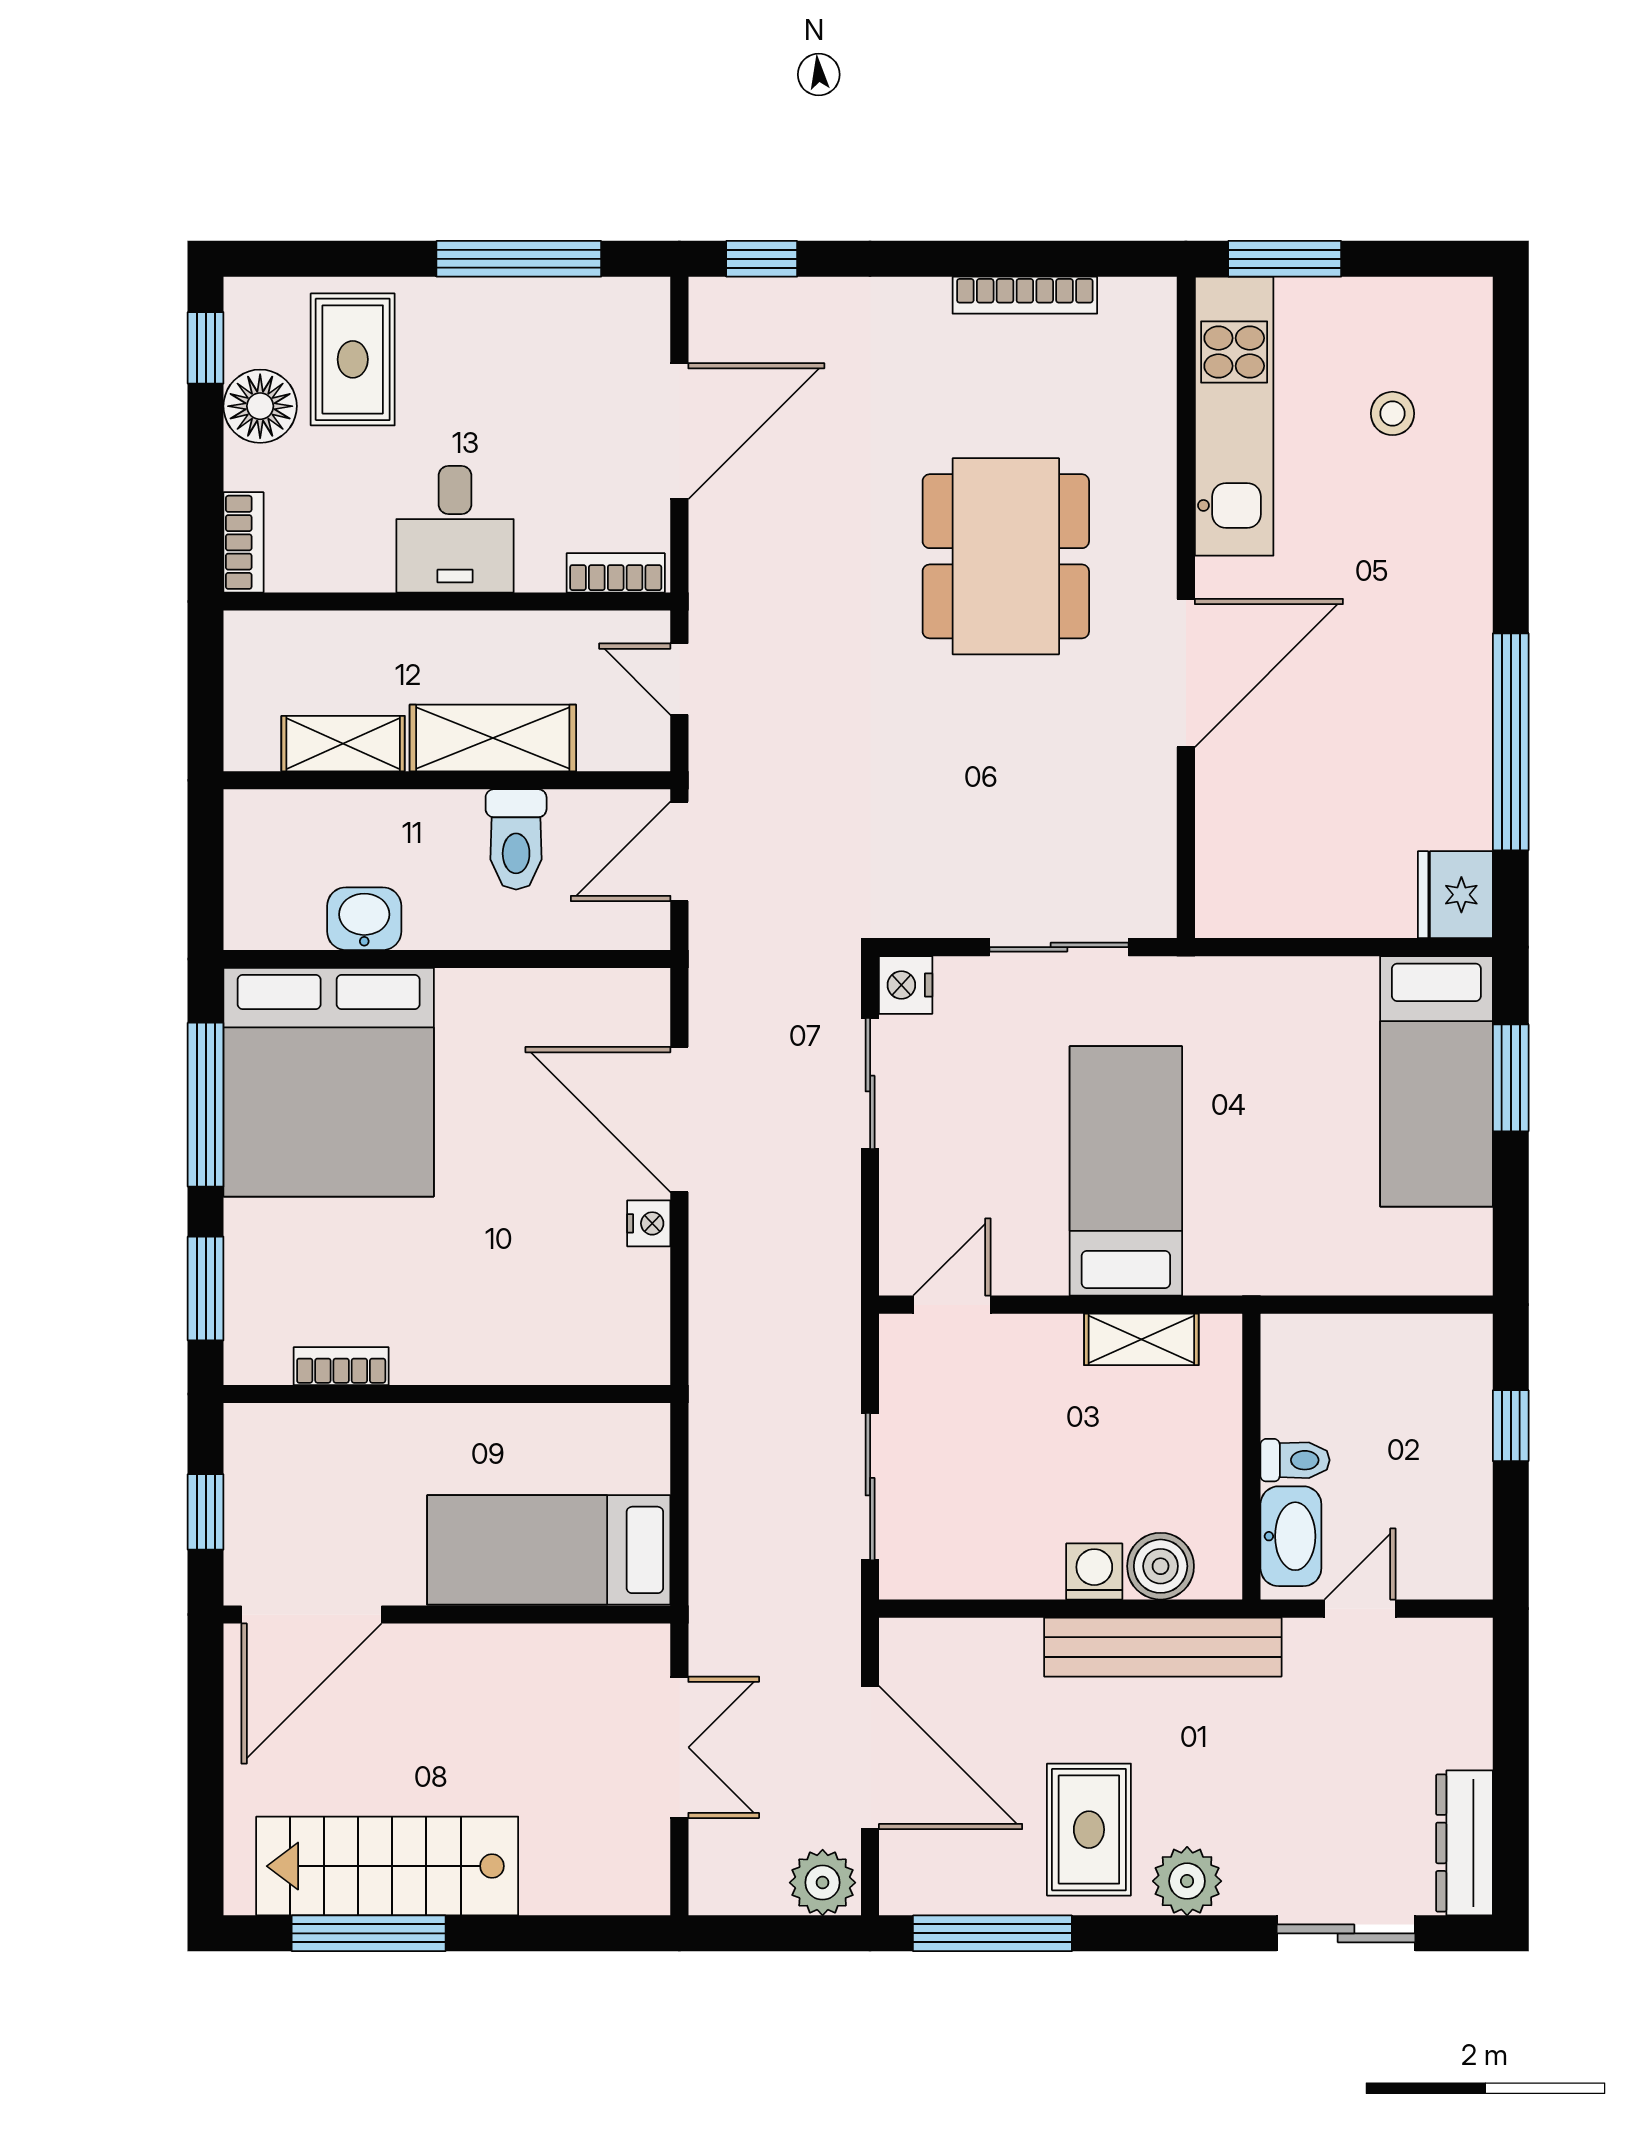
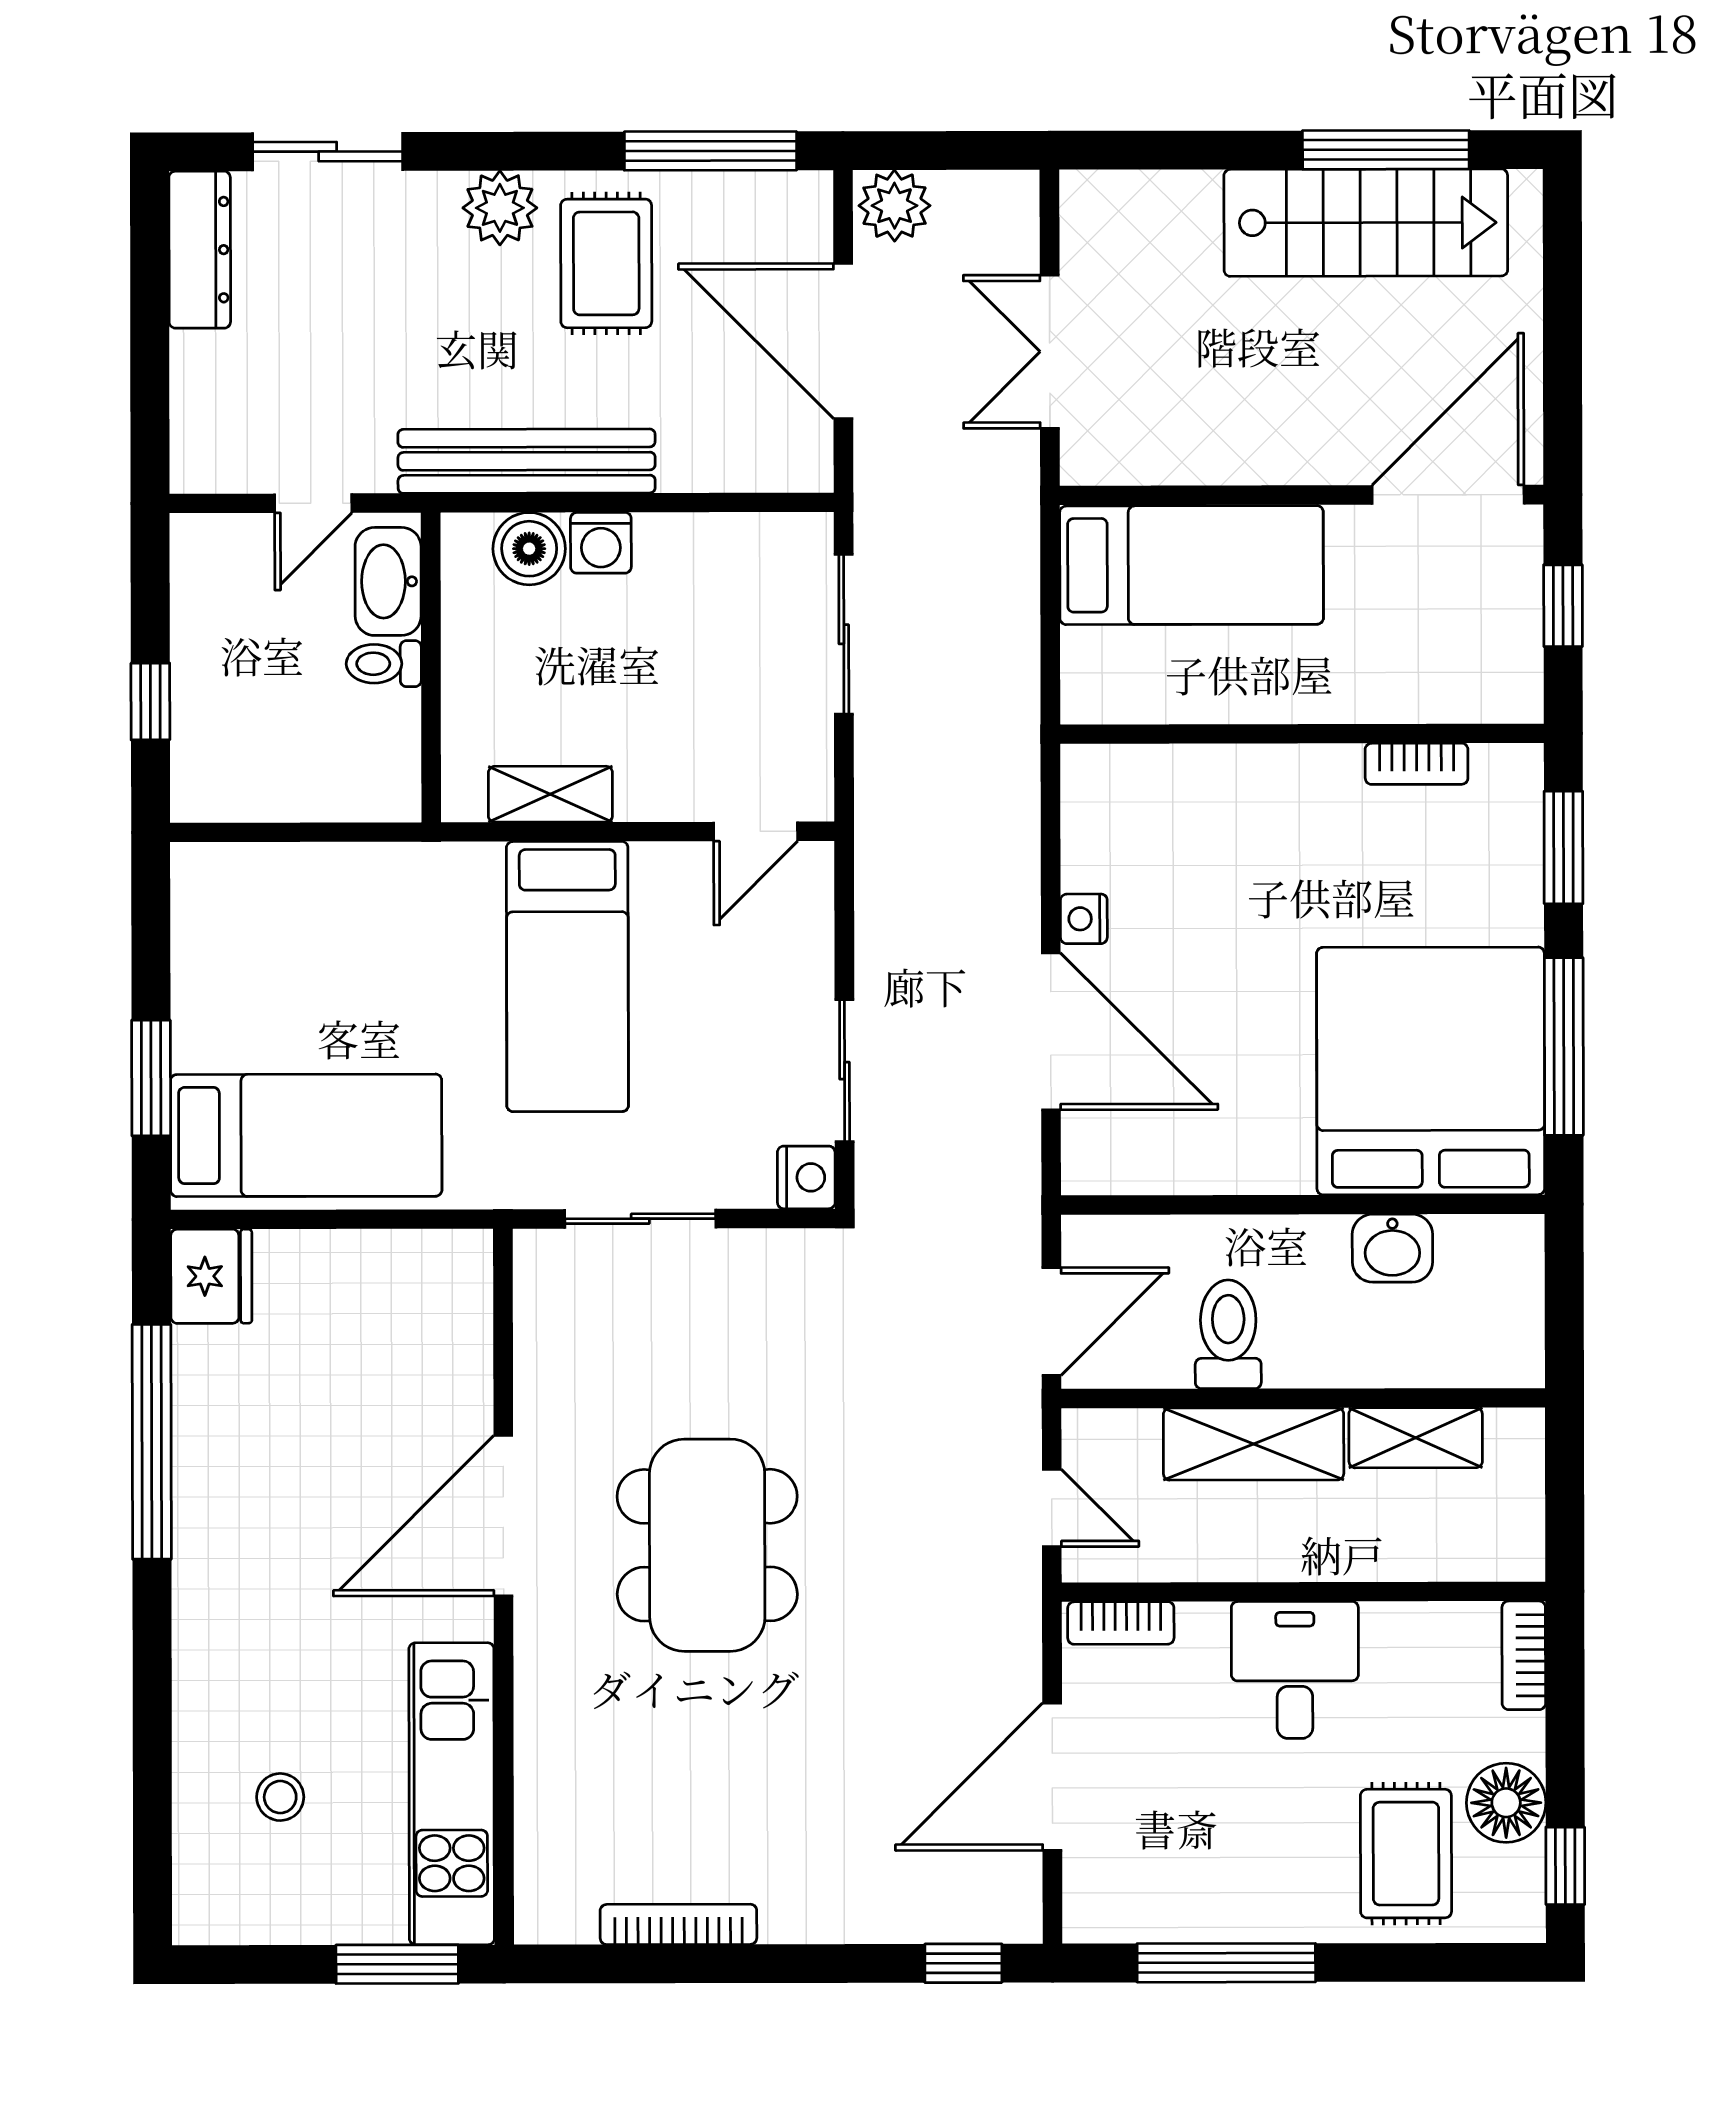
dining table: (1006, 556) -> (707, 1545), moved
bed: (1436, 1081) -> (306, 1135), moved, turned 90

